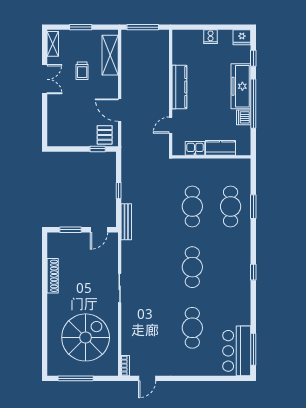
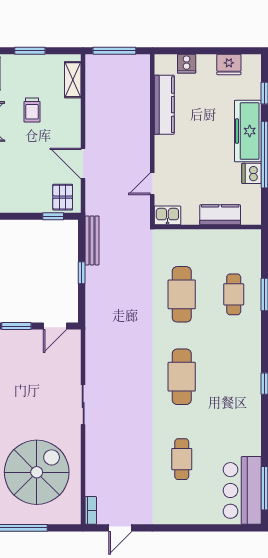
cooker: (211, 37) -> (187, 64), moved
fridge: (242, 37) -> (229, 64), moved
shelving: (110, 55) -> (73, 80), width x0.67, depth x0.75
kitchen counter: (179, 87) -> (164, 105), moved
kitchen sink: (195, 148) -> (167, 215), moved
cafe table: (231, 206) -> (234, 294), width x0.73, depth x0.74
bench: (126, 222) -> (92, 240), moved
cafe table: (192, 328) -> (182, 459), width x0.73, depth x0.74

